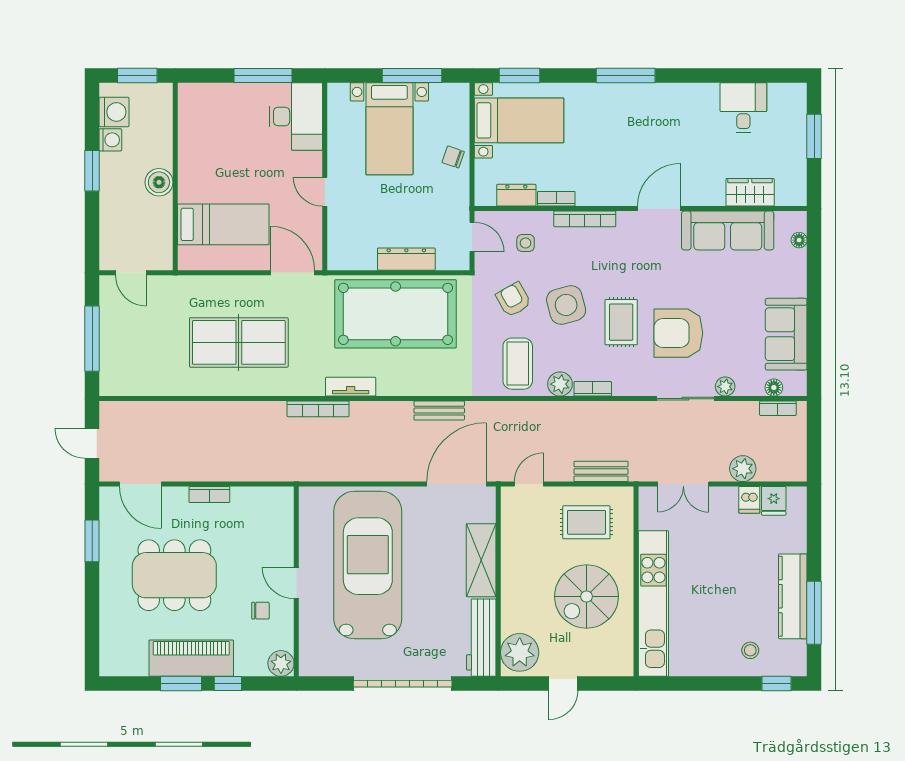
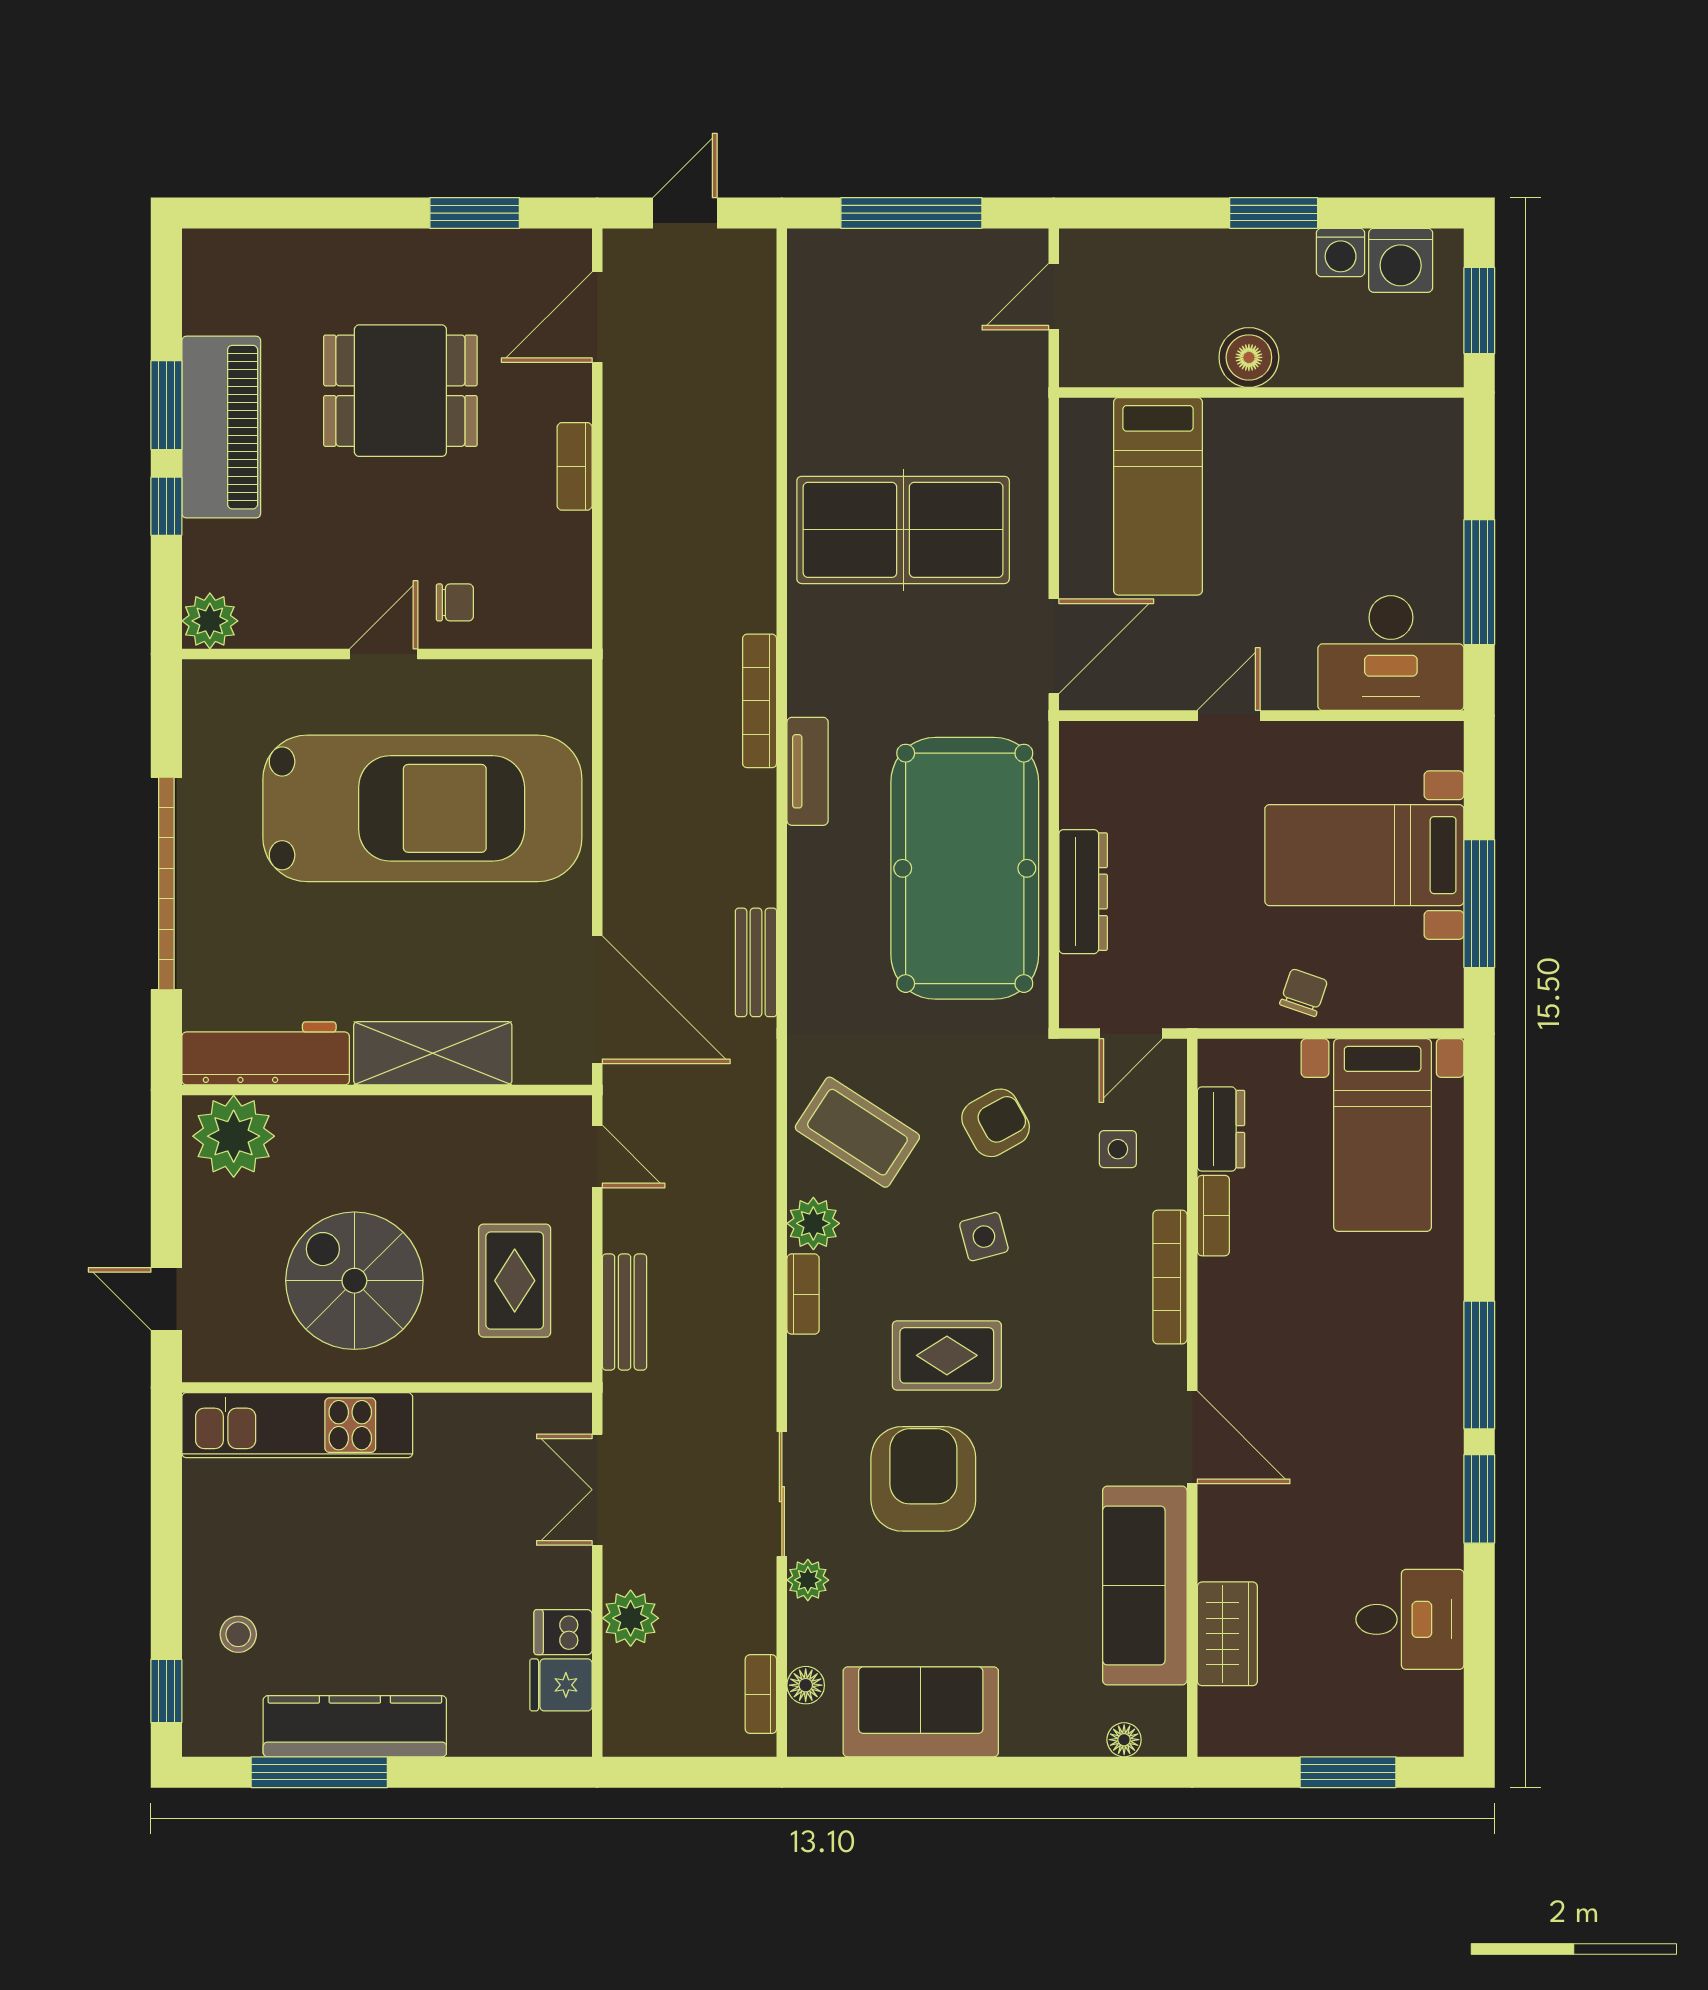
window: (519, 76) -> (1479, 1499), moved
side table: (566, 305) -> (984, 1237), width x0.54, depth x0.54
table tennis table: (239, 342) -> (903, 530), turned 90
coffee table: (518, 364) -> (857, 1132), turned 33
dining table: (174, 575) -> (400, 391), width x0.73
kitchen unit: (653, 604) -> (297, 1425), width x0.73
chair: (260, 611) -> (455, 602), moved, turned -90
door: (563, 684) -> (166, 1299), moved

